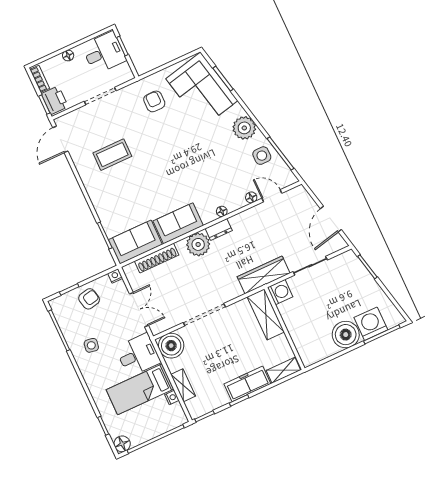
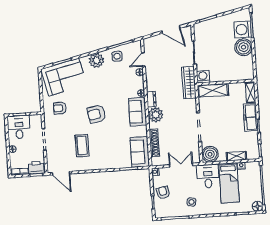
armchair: (166, 158) -> (96, 114), added
sofa: (178, 223) -> (138, 112), moved

